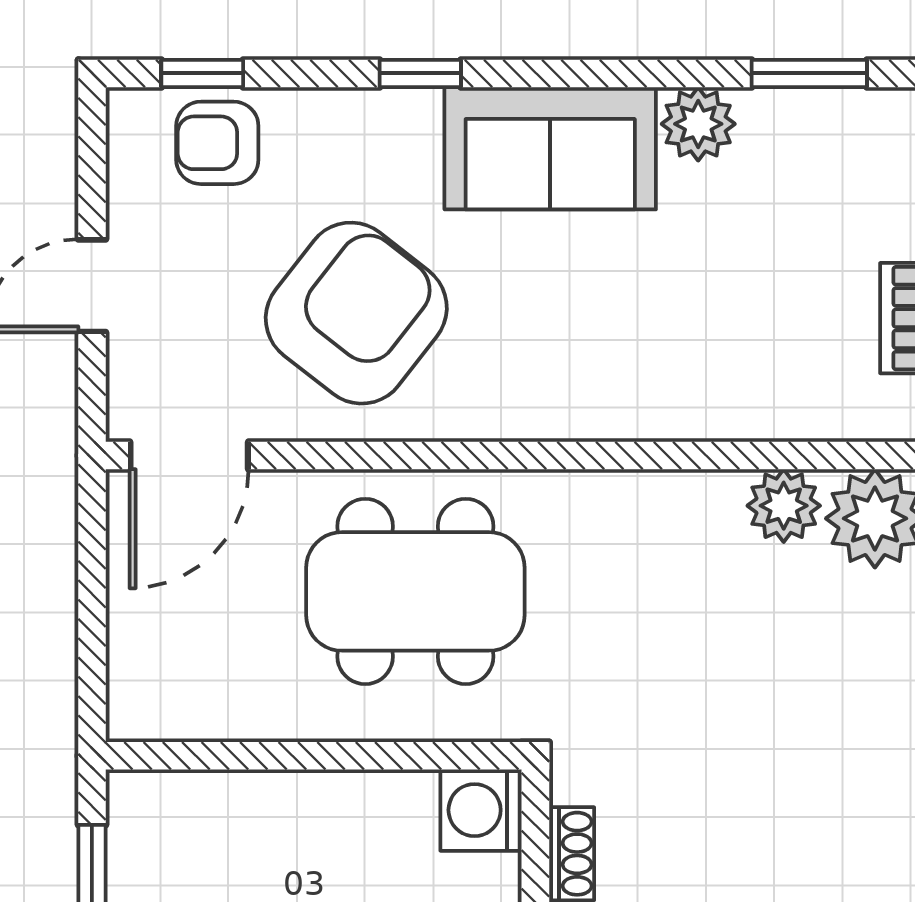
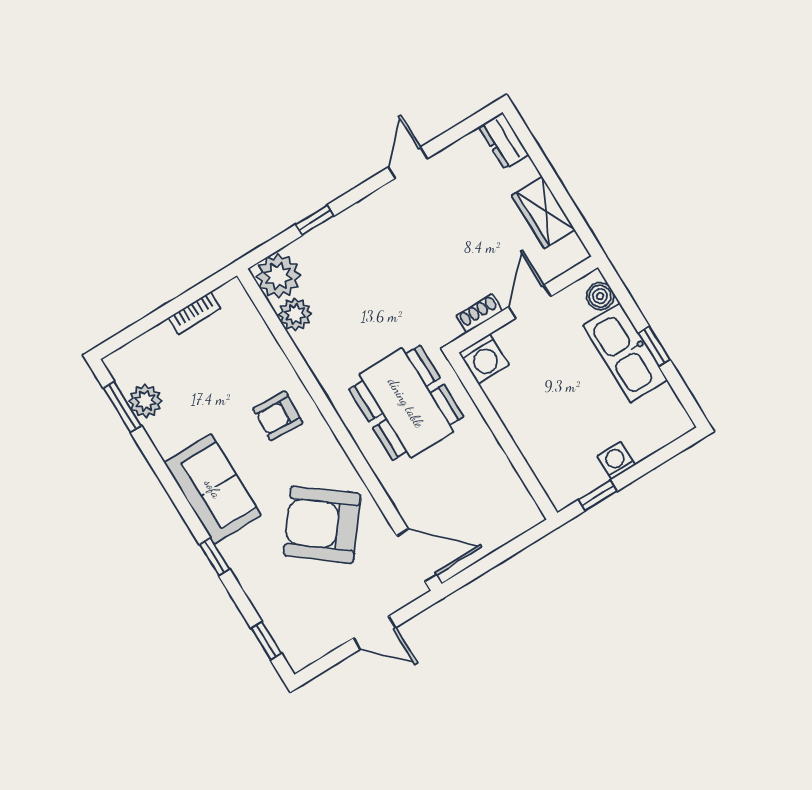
plant: (698, 124) -> (145, 401), moved
armchair: (217, 143) -> (278, 416), moved, turned 93
dining table: (415, 591) -> (406, 403), moved

